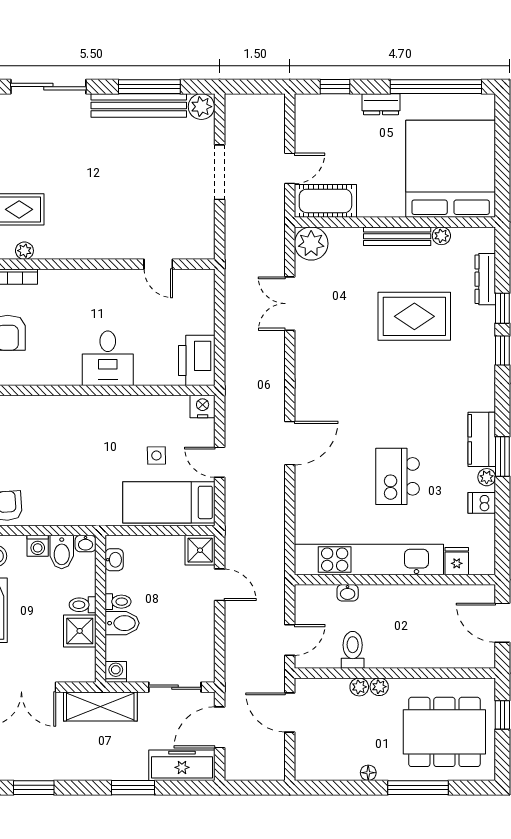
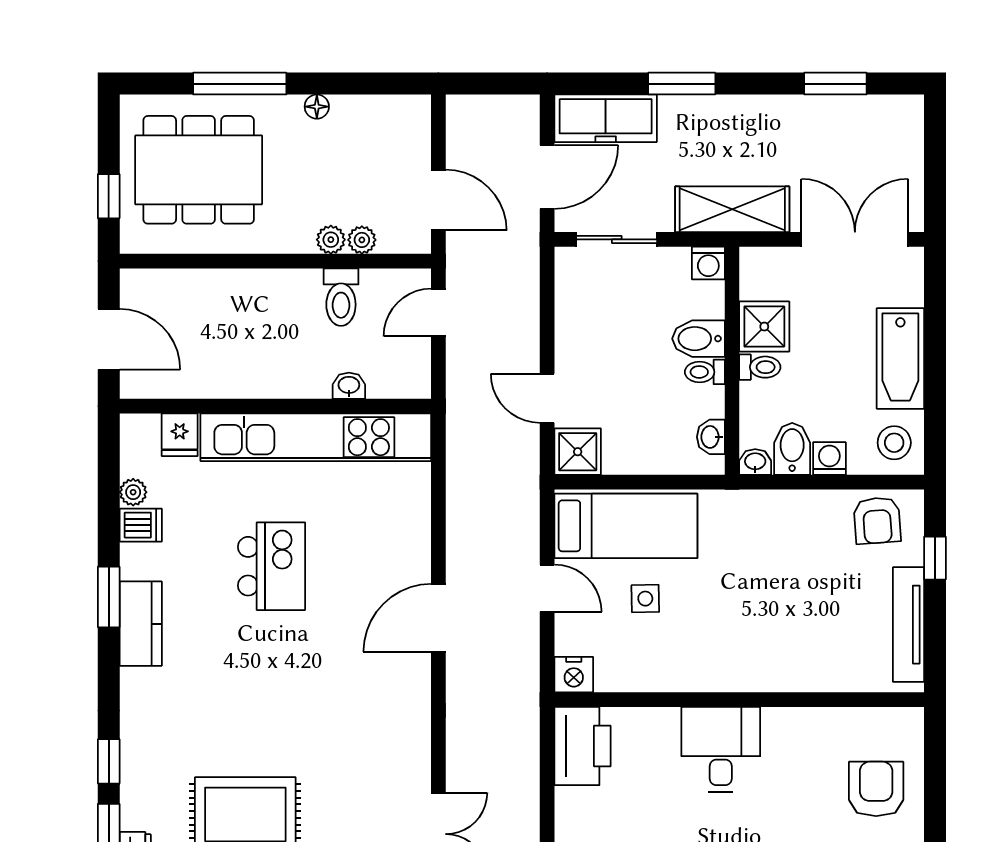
plant: (487, 477) -> (133, 492), moved
plant: (379, 687) -> (362, 240), moved

